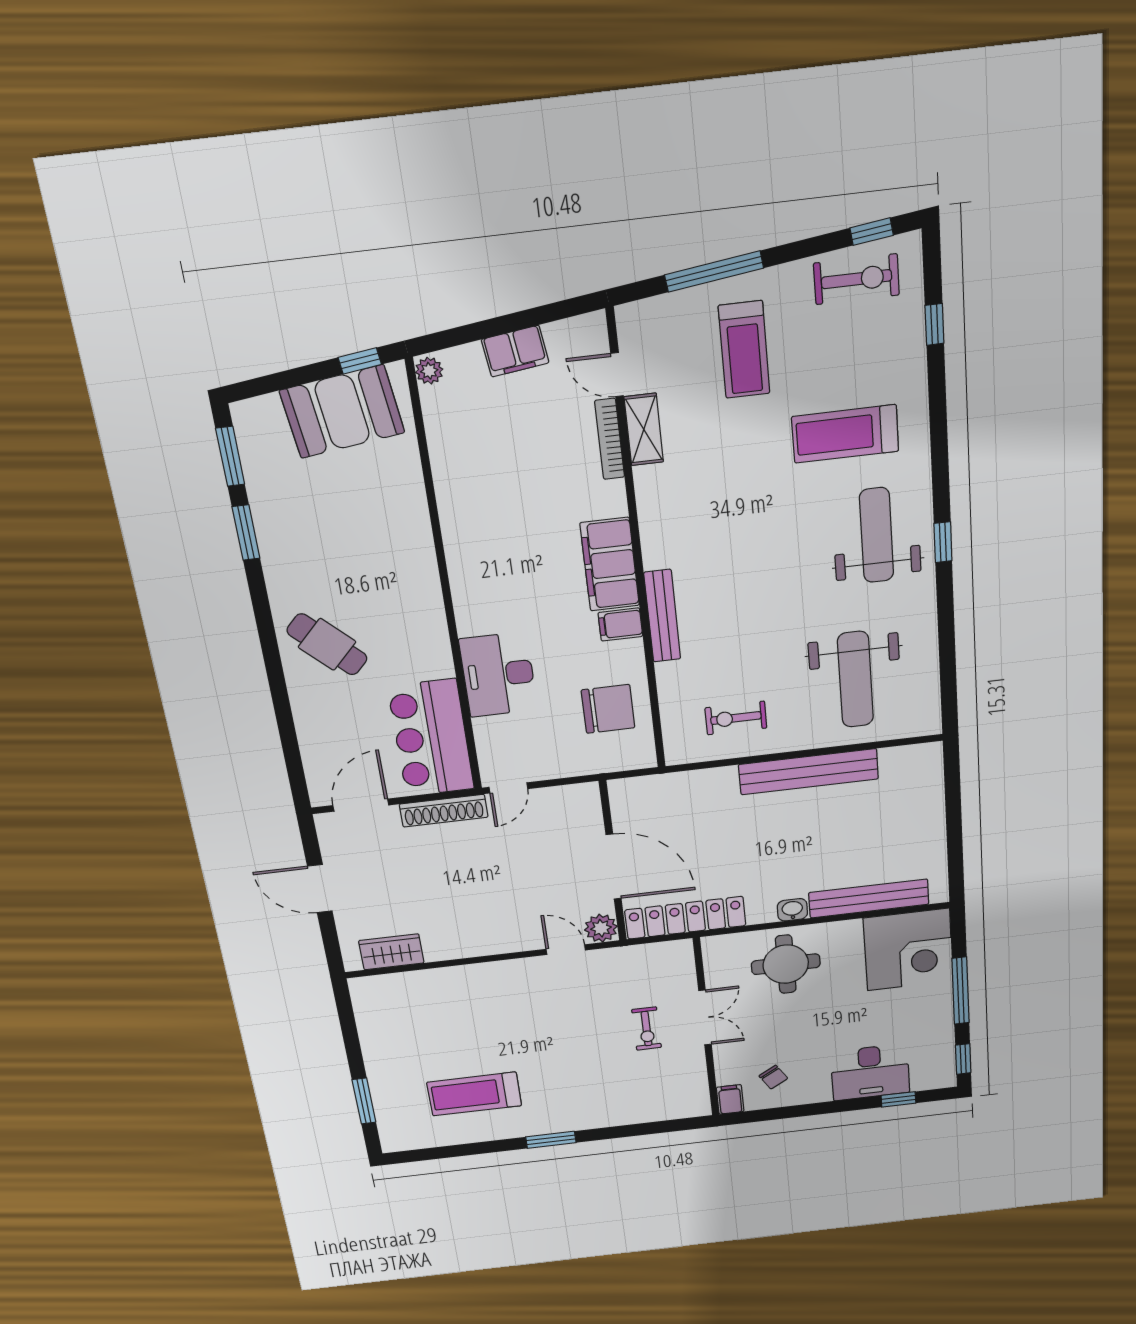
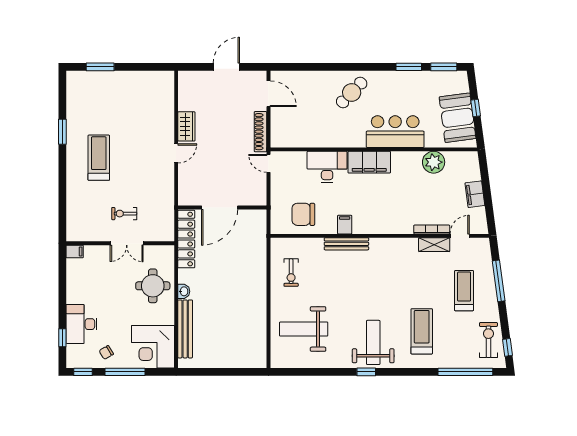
exercise bike: (856, 279) -> (488, 340), turned 180
window: (934, 324) -> (465, 372), width x3.17
treadmill: (744, 350) -> (464, 291), turned 90
window: (360, 361) -> (476, 108), moved
plant: (429, 371) -> (434, 162), moved, width x1.87, depth x1.87
weight bench: (877, 535) -> (373, 342), turned -90
filing cabinet: (610, 564) -> (369, 162), moved, turned 180
chair: (608, 709) -> (303, 214), turned 90
exercise bike: (736, 718) -> (291, 273), turned 180
bar counter: (431, 738) -> (395, 132), moved
bench: (809, 772) -> (259, 304), removed
plant: (601, 928) -> (186, 198), removed
door: (566, 950) -> (176, 153), moved
wardrobe: (391, 952) -> (186, 126), moved
chair: (773, 1077) -> (106, 352), moved
treadmill: (474, 1094) -> (99, 158), moved
window: (551, 1140) -> (62, 132), moved

